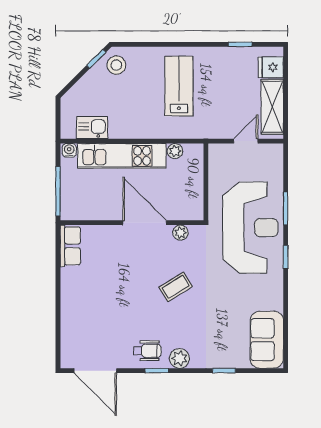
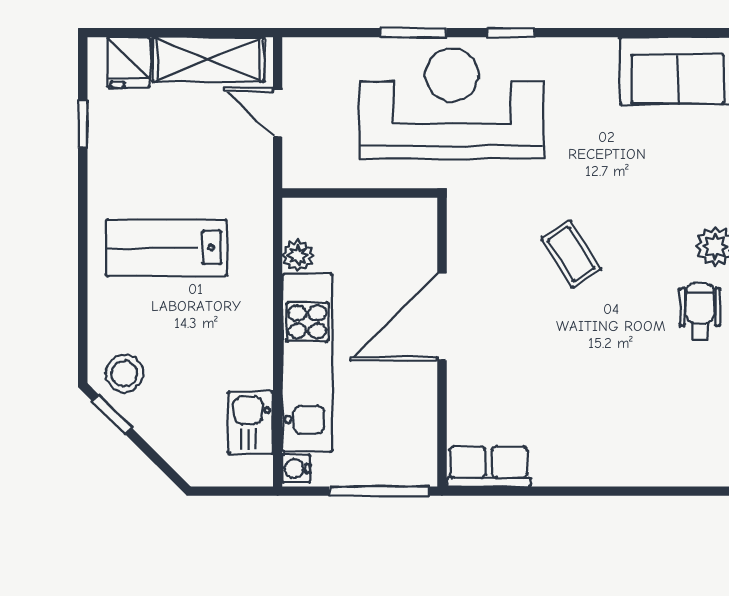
plant: (180, 233) -> (462, 244), removed

